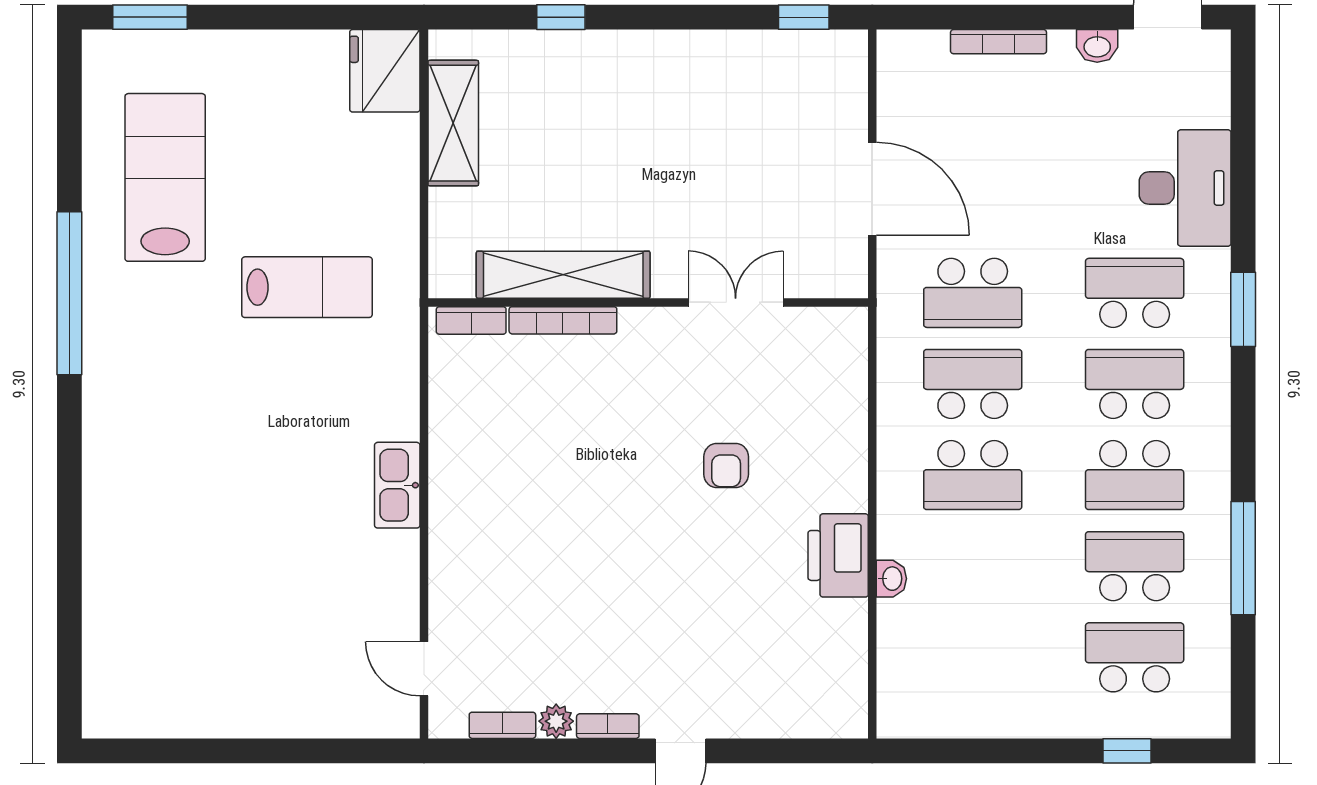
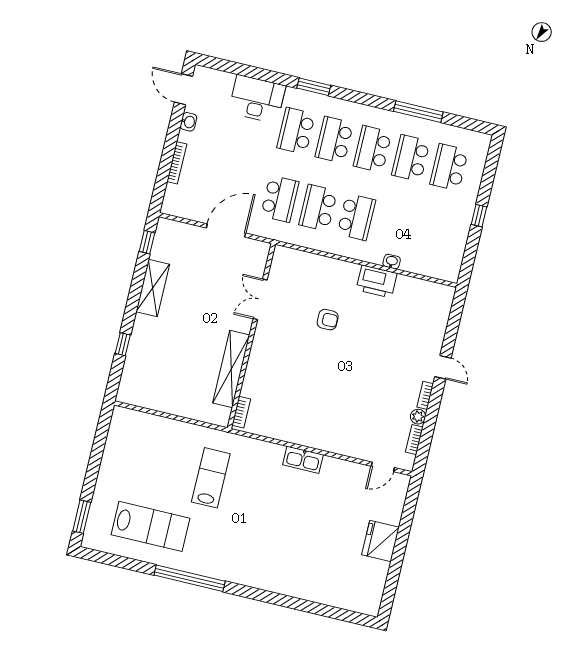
fridge: (385, 71) -> (381, 541), moved, turned 90
shelving: (453, 123) -> (153, 288), moved, turned 90
lab bench: (165, 177) -> (151, 526), turned 180
bookcase: (563, 320) -> (250, 374), removed
school desk: (1135, 475) -> (373, 149), turned 180
window: (1127, 751) -> (479, 216), moved

